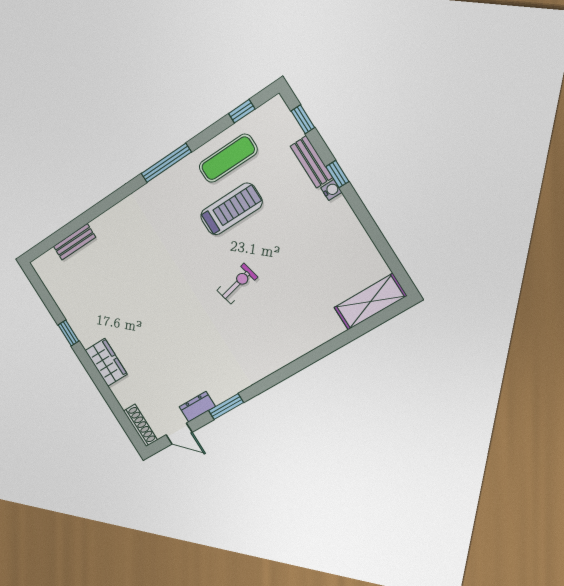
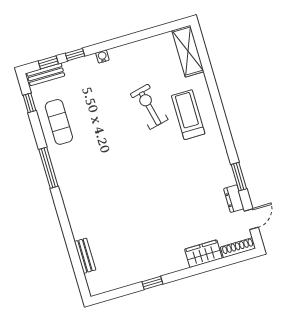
bench: (311, 162) -> (46, 74), moved
window: (337, 174) -> (75, 55), moved
treadmill: (231, 209) -> (188, 115), moved
exercise bike: (237, 284) -> (149, 107), moved, width x1.38, depth x1.39
wardrobe: (106, 362) -> (203, 254), moved

